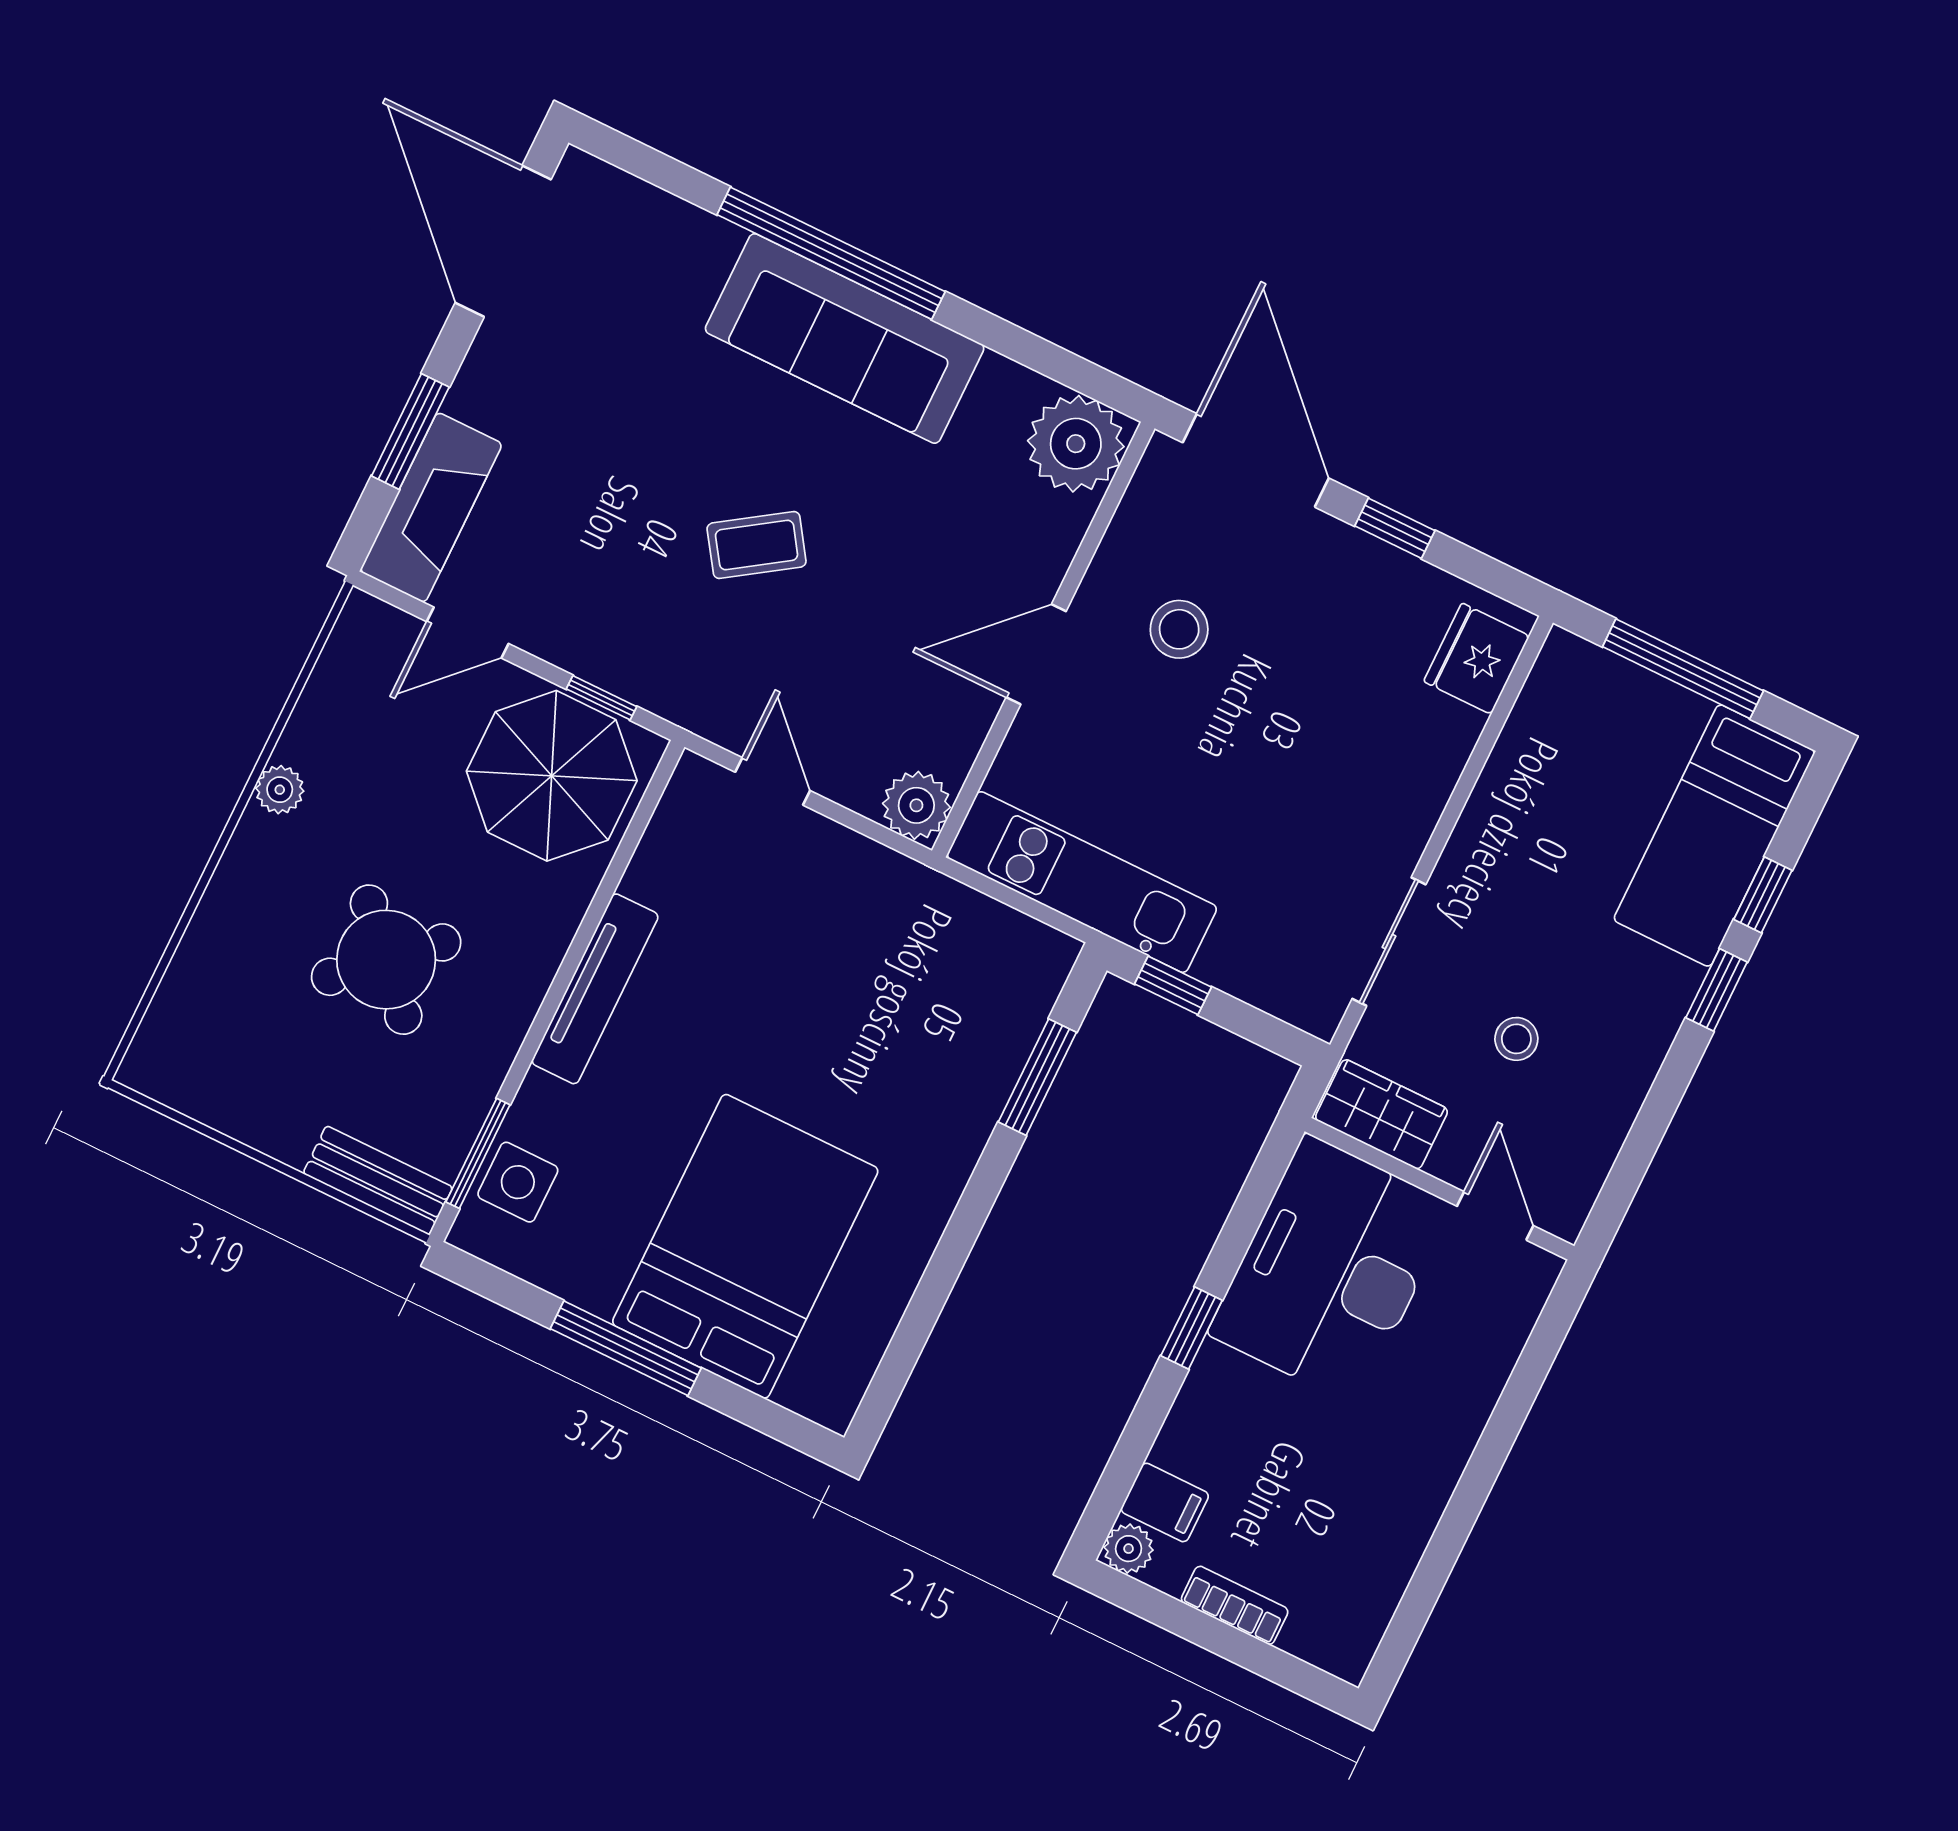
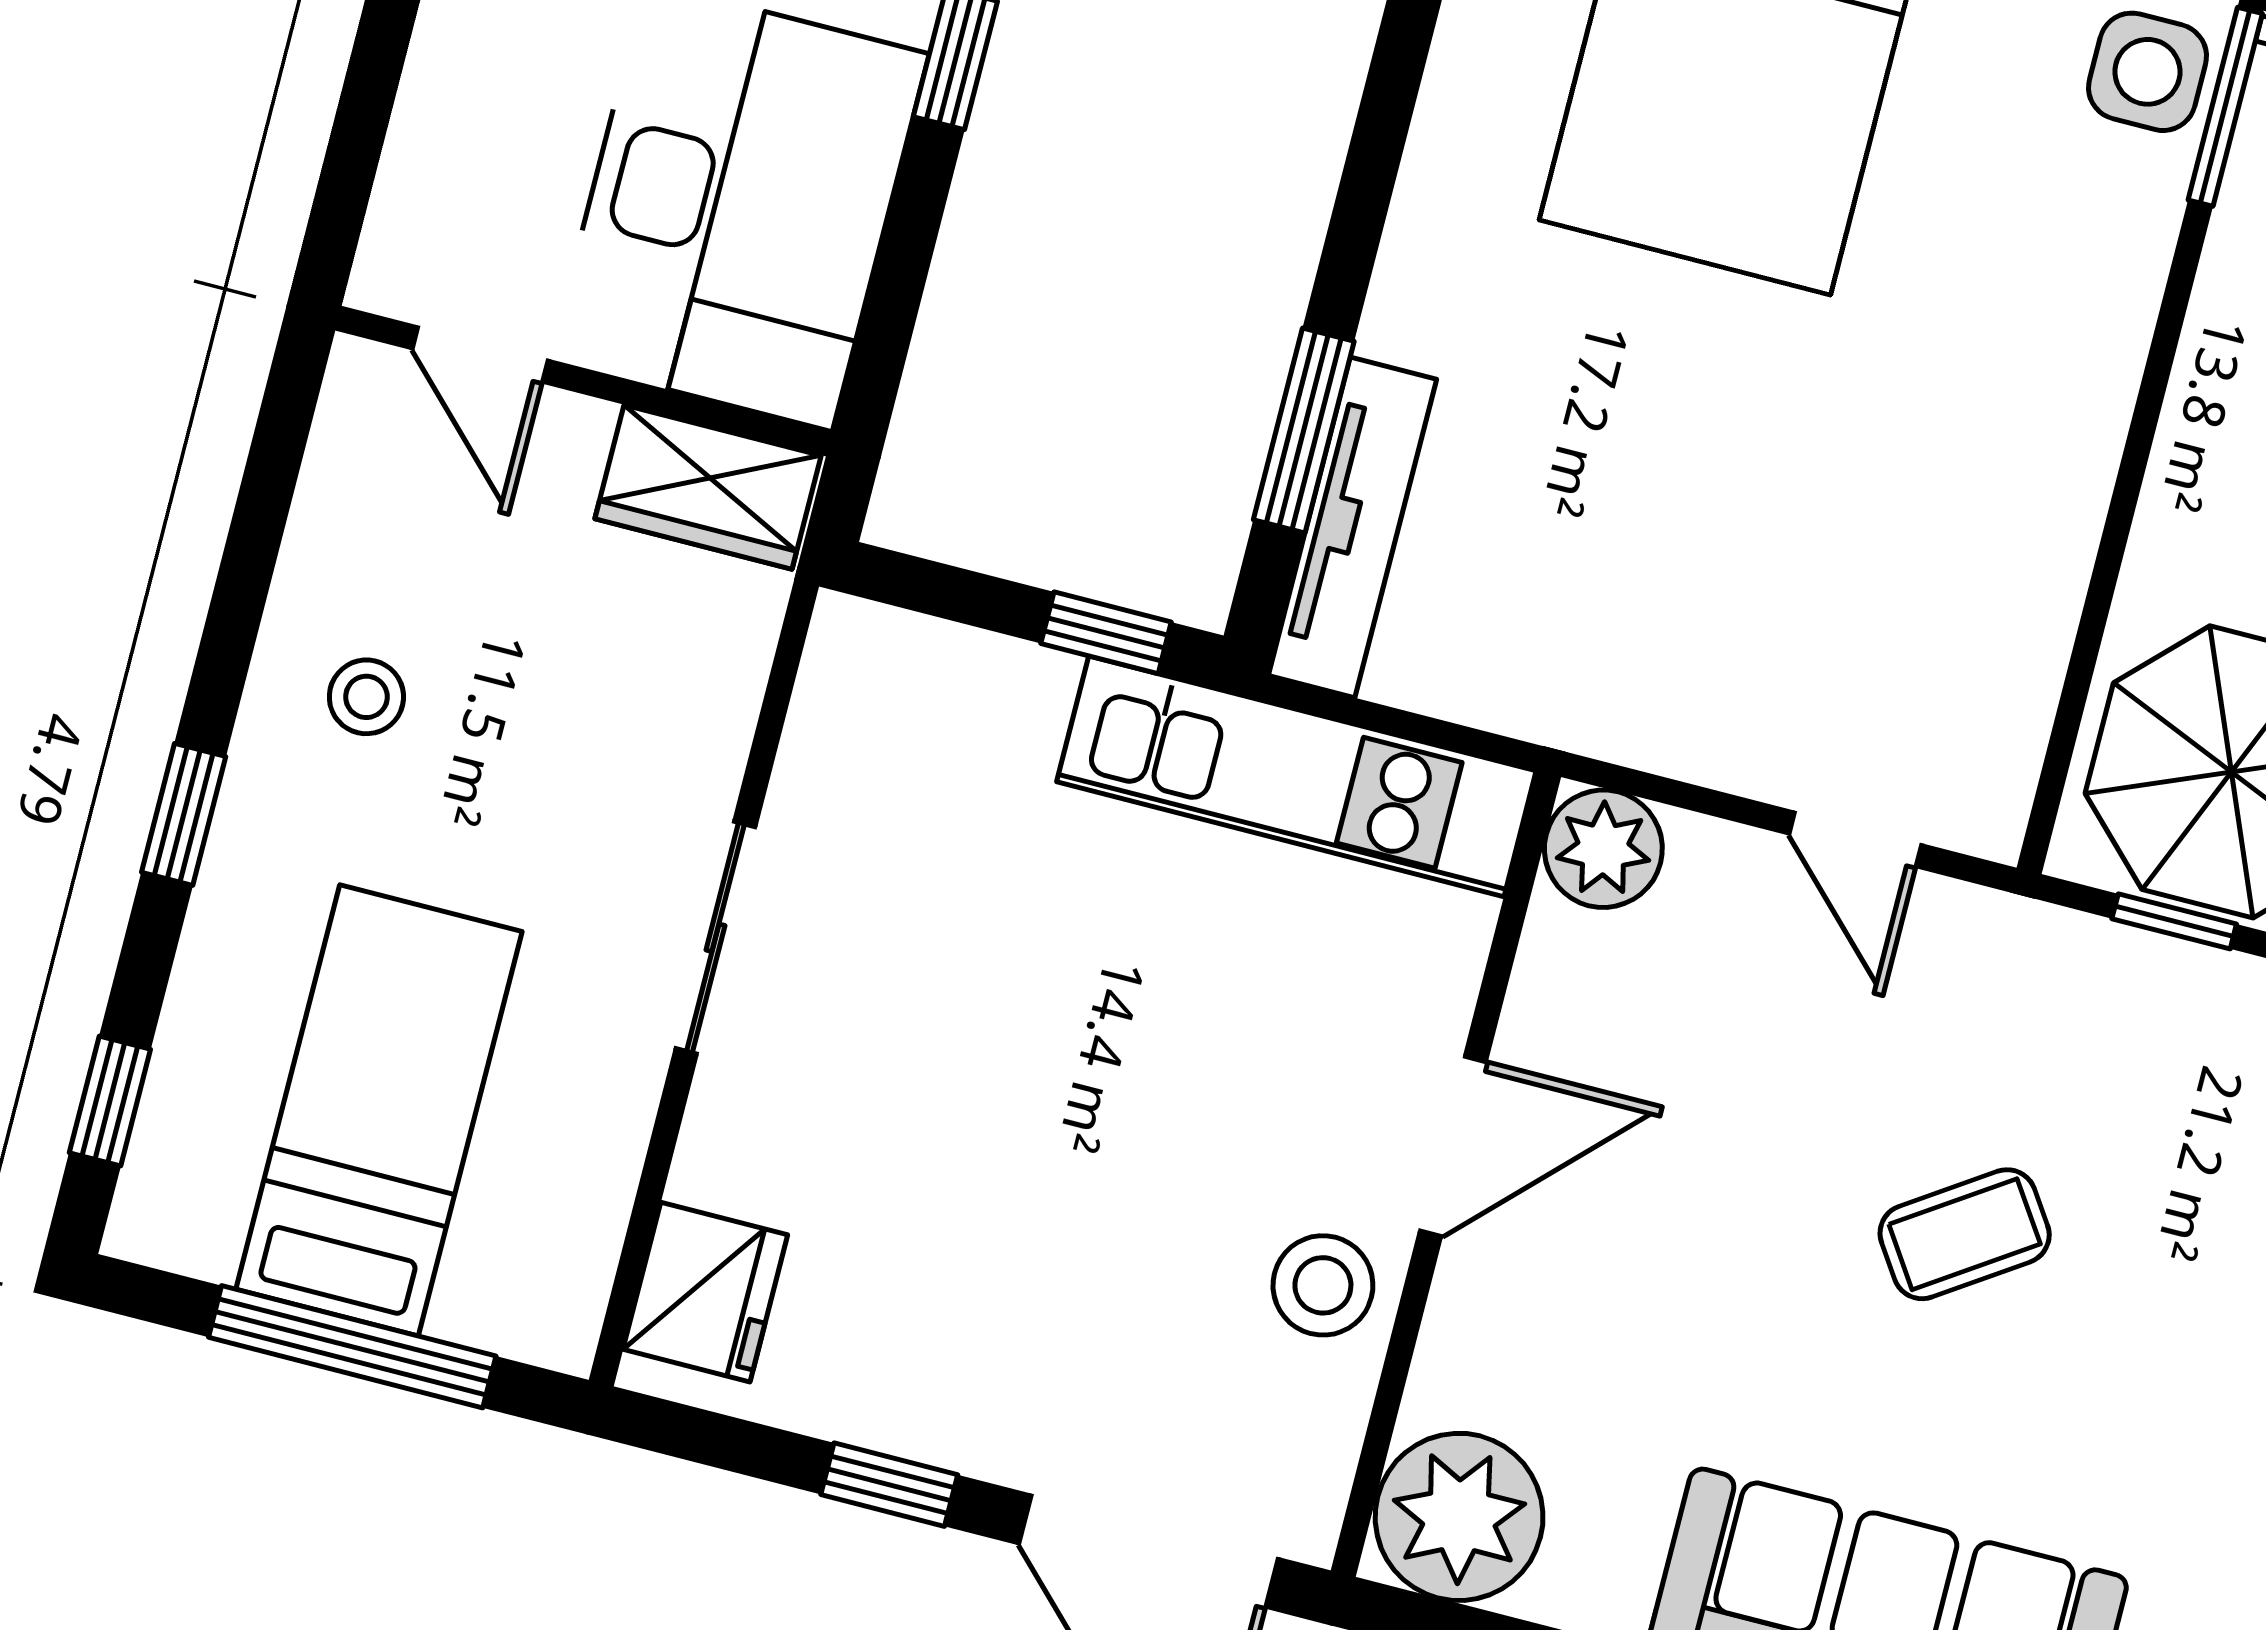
stool: (1179, 629) -> (1323, 1285), moved
bed: (1714, 836) -> (379, 1110), moved
window: (1763, 895) -> (110, 1101), moved
sliding door: (1389, 942) -> (715, 938), moved
tv unit: (595, 989) -> (1352, 527), moved, turned 180
stool: (1516, 1039) -> (366, 697), moved

